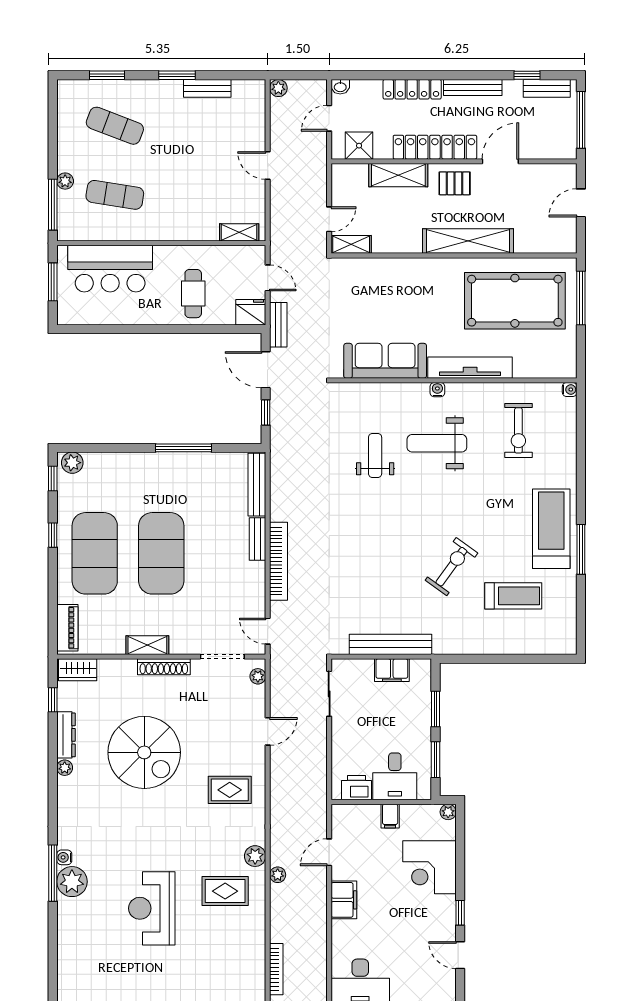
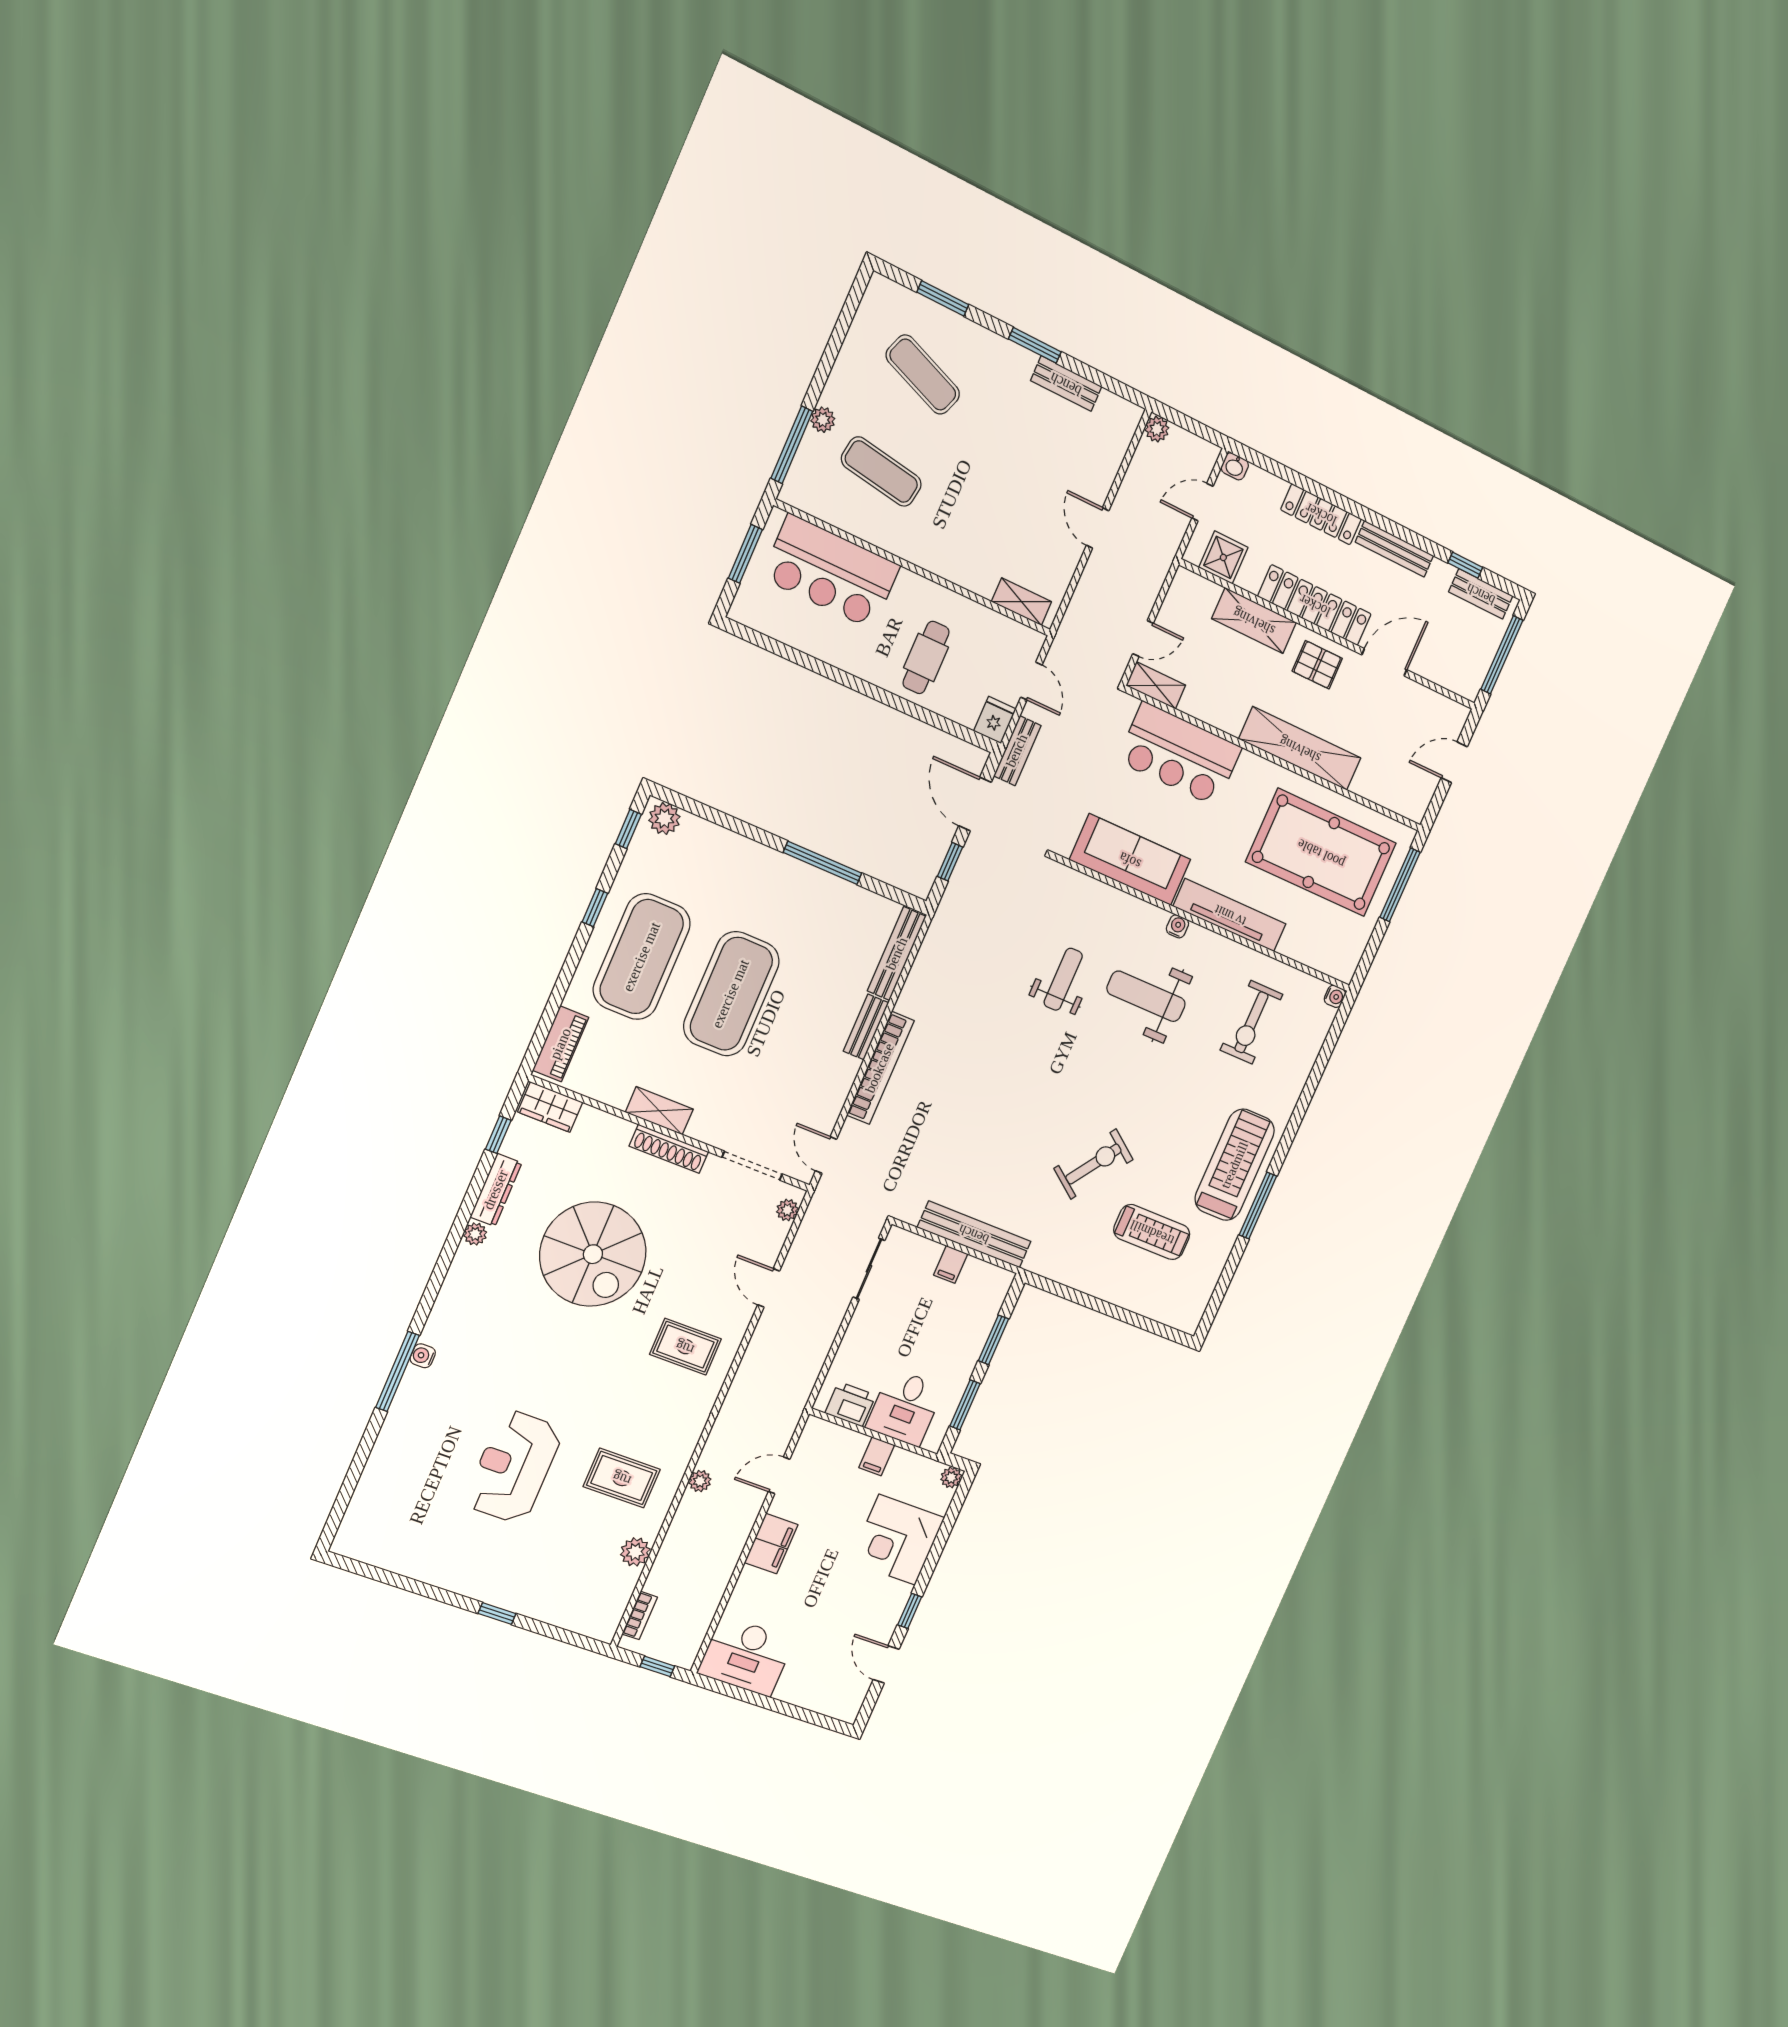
bar counter: (387, 280) -> (1180, 754), added
fridge: (251, 312) -> (995, 720), width x0.72
filing cabinet: (392, 670) -> (951, 1264), width x0.50
door: (268, 731) -> (769, 1288), swing flipped
plant: (255, 856) -> (635, 1552), moved
plant: (72, 882) -> (419, 1392), removed
bookcase: (276, 969) -> (640, 1616), width x0.64

